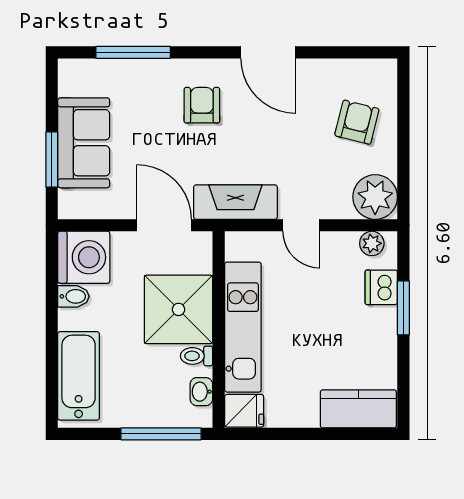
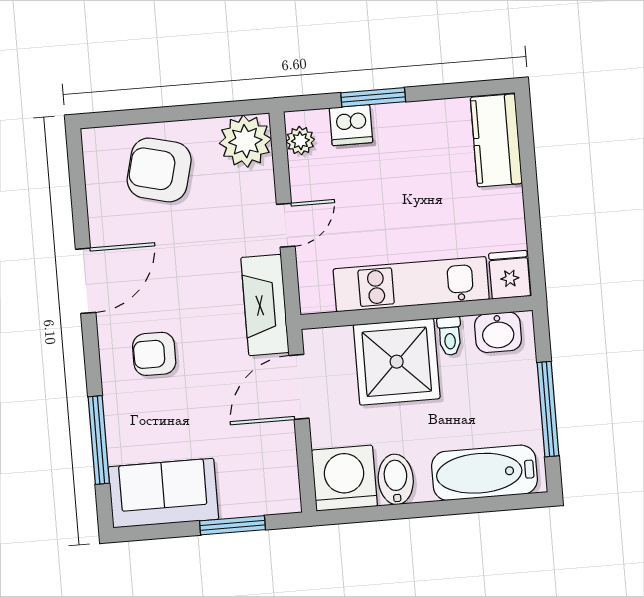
armchair: (357, 122) -> (159, 170), width x1.38, depth x1.38
sofa: (84, 143) -> (163, 493), moved
bidet: (73, 296) -> (396, 479), width x1.38, depth x1.36
washbasin: (201, 392) -> (498, 332), width x1.38, depth x1.45
window: (161, 434) -> (548, 409), moved

